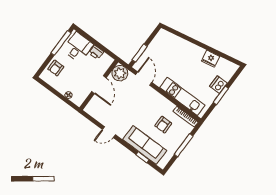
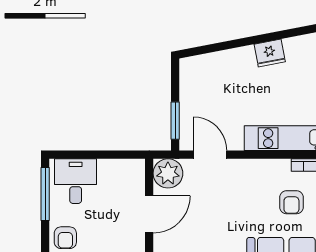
printer: (96, 52) -> (109, 168), removed
fridge: (211, 59) -> (270, 53), moved
door: (99, 85) -> (149, 214), hinge flipped

